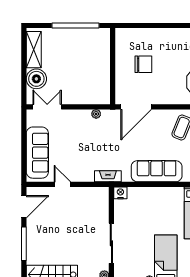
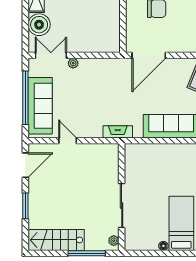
plant: (96, 114) -> (73, 63), moved
window: (24, 145) -> (25, 98), added
nightstand: (120, 193) -> (131, 150), removed
window: (24, 244) -> (25, 206), width x0.69

